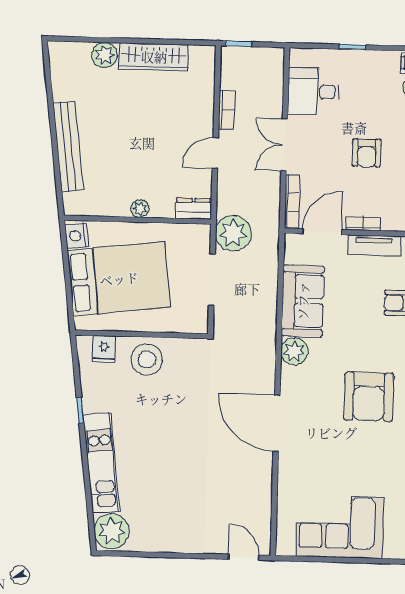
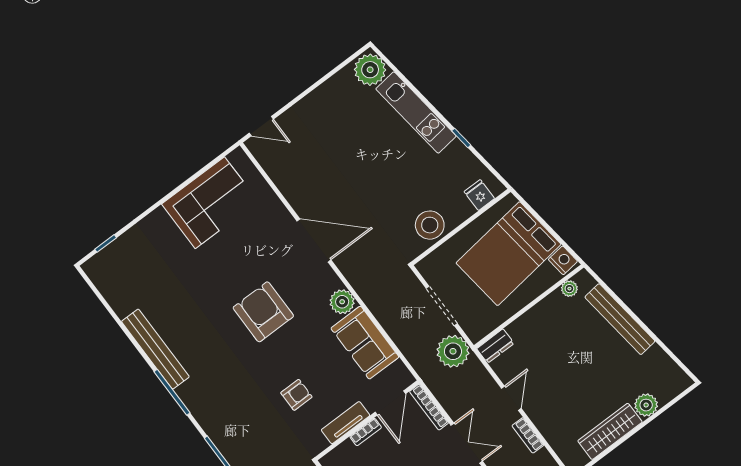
plant: (140, 209) -> (569, 289), moved
stool: (147, 360) -> (430, 225), moved

